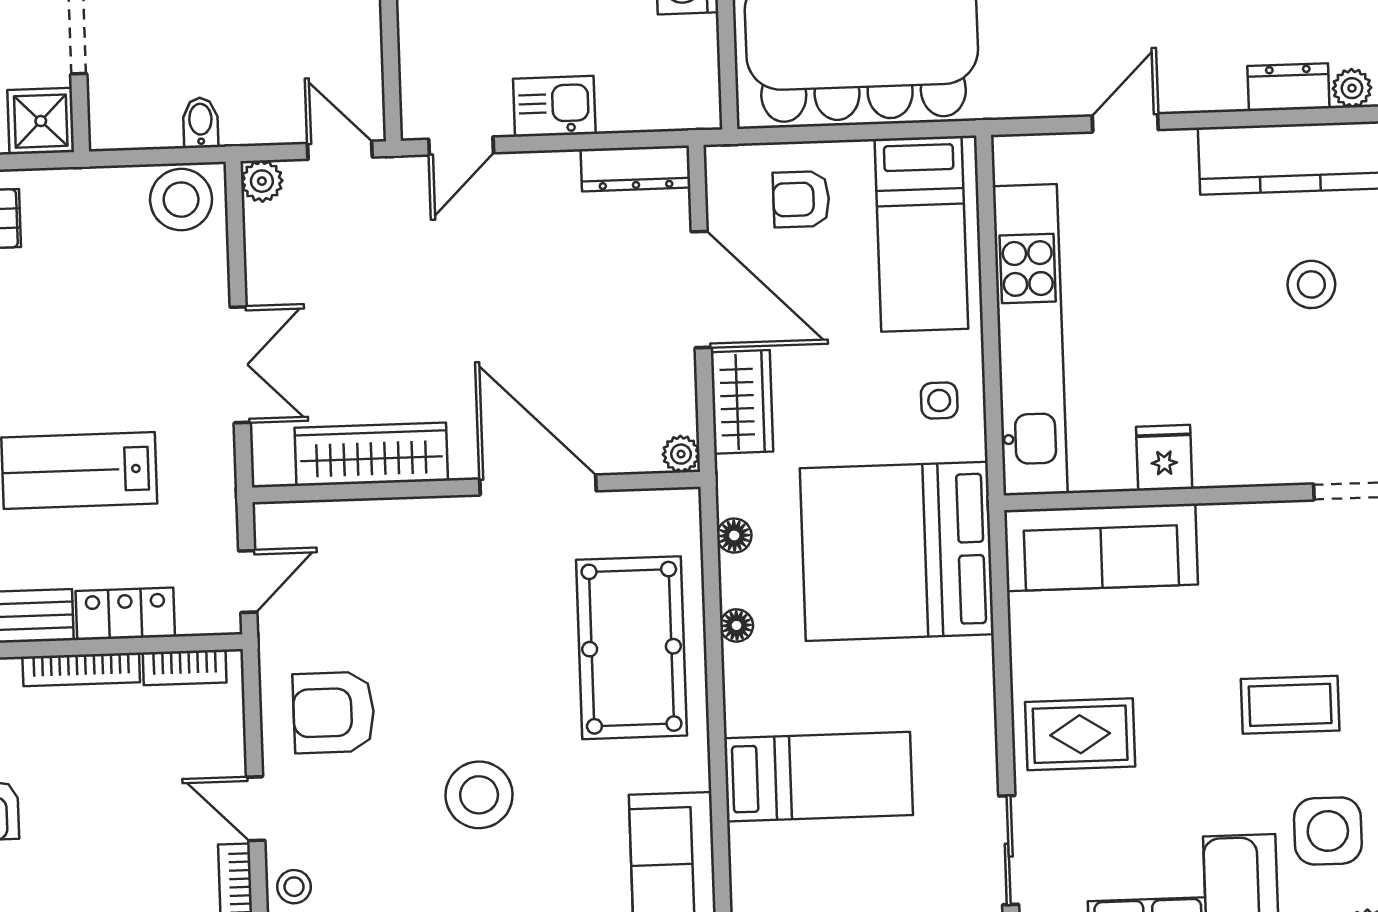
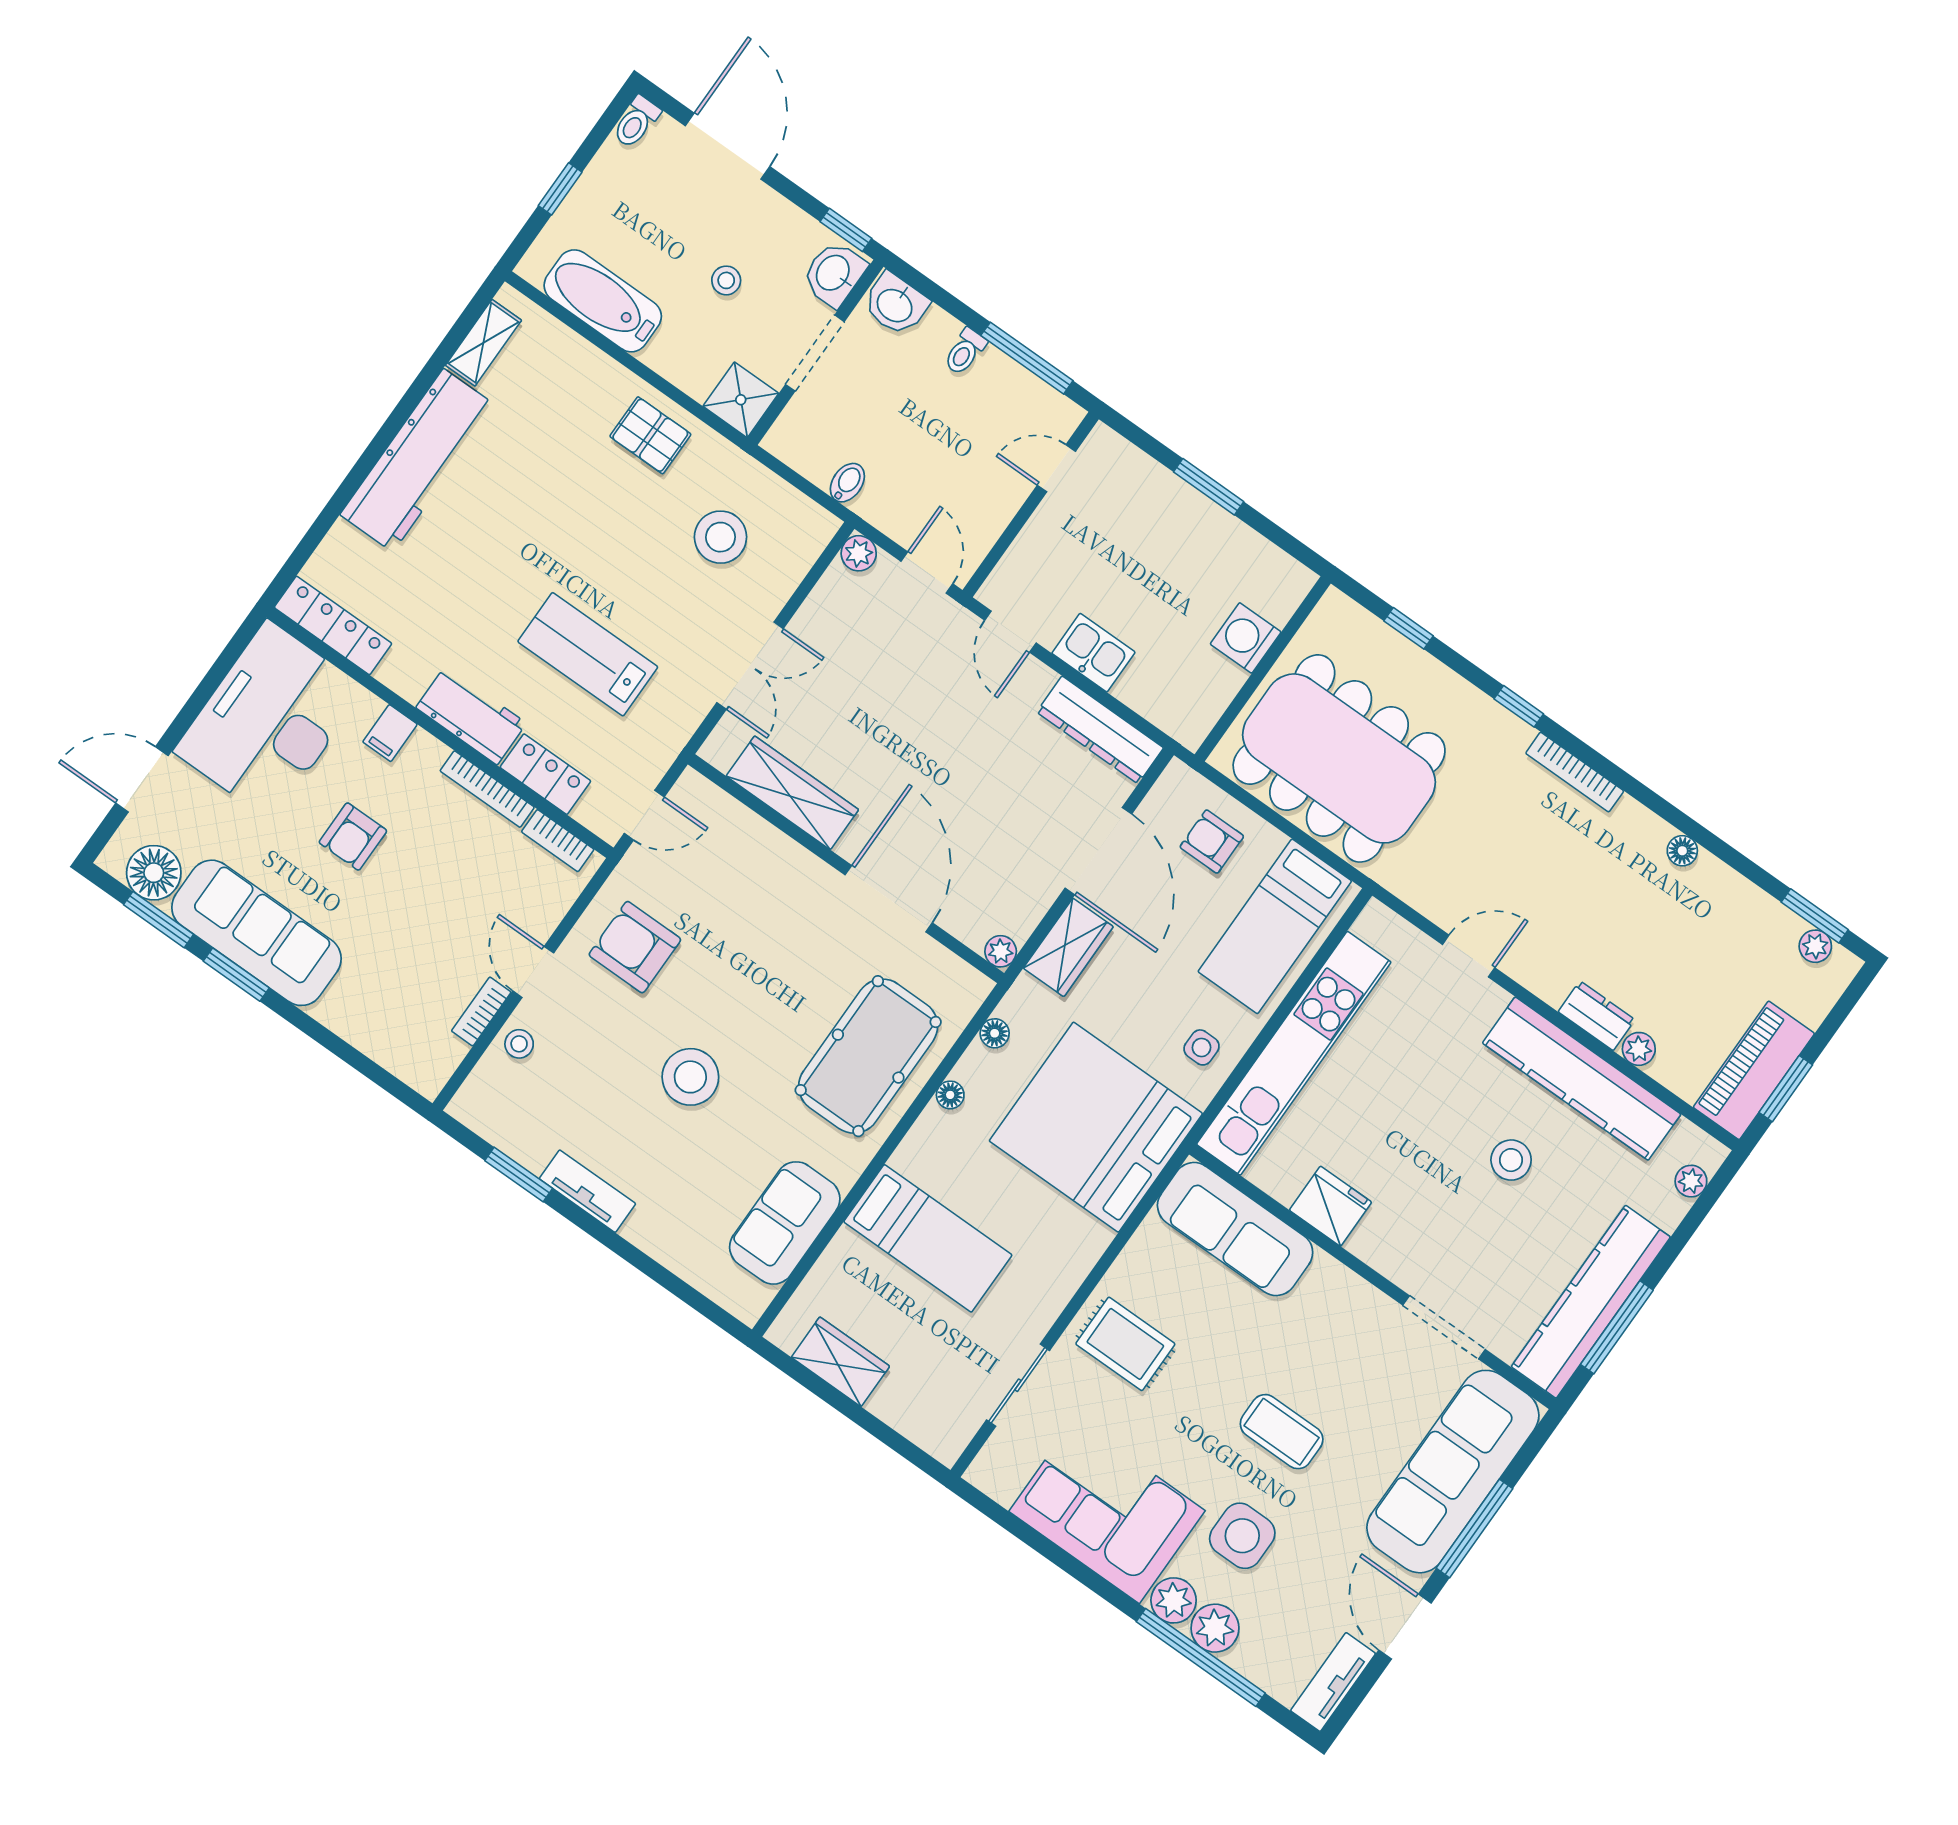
door: (461, 146) -> (1010, 632), hinge flipped
dresser: (635, 168) -> (1100, 730), width x1.37, depth x1.24
stool: (181, 200) -> (720, 537), moved
fridge: (1164, 458) -> (1331, 1206), width x1.38

